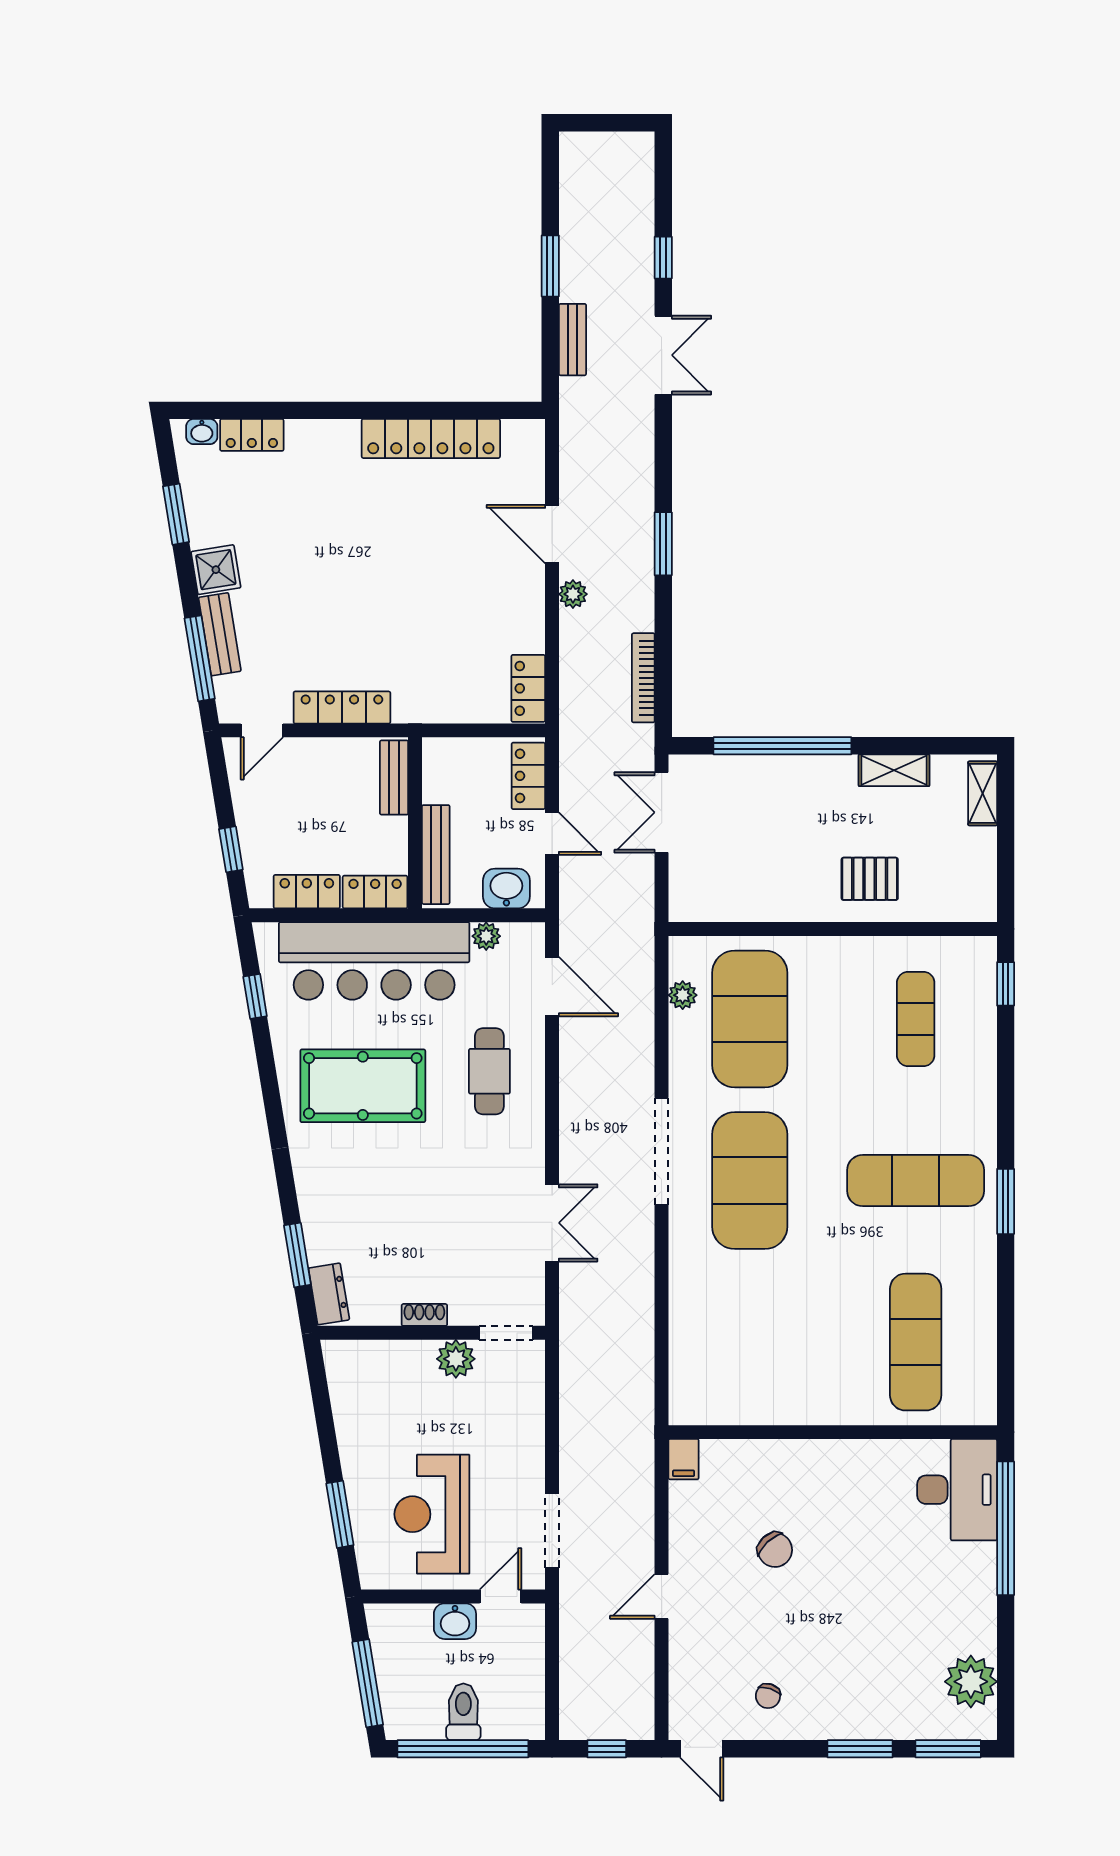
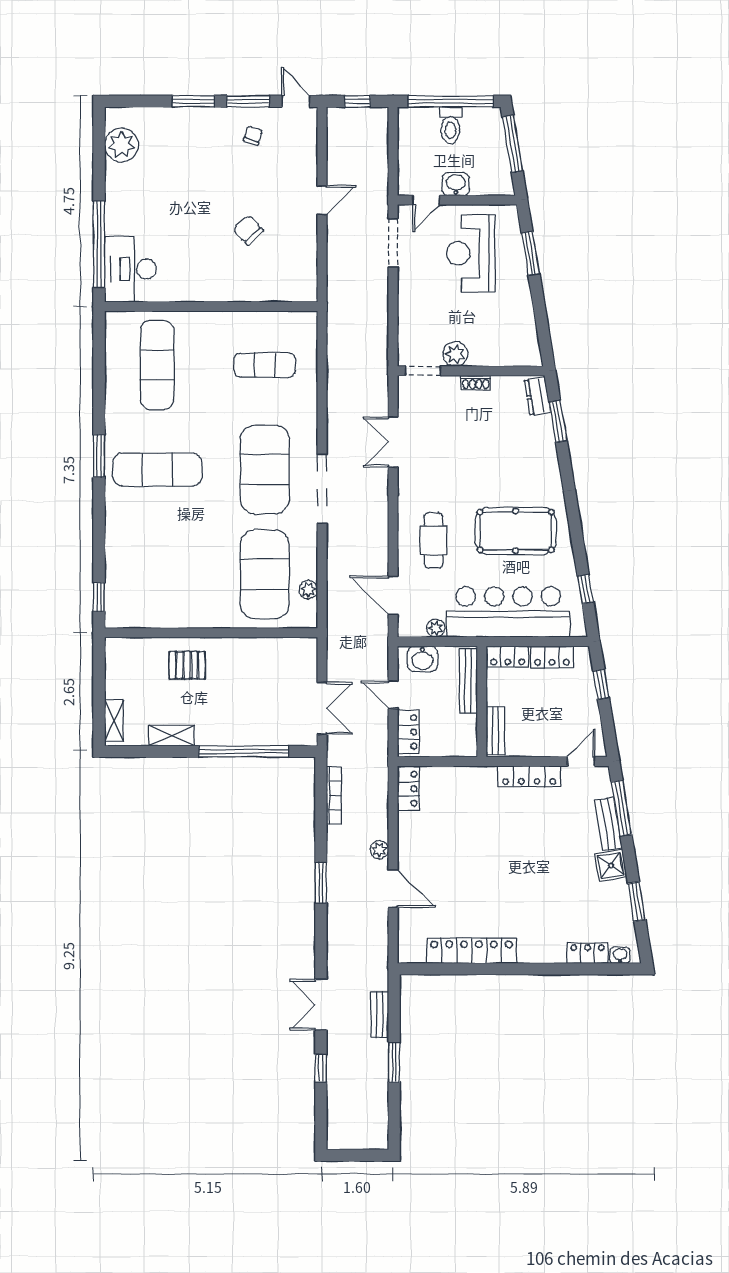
exercise mat: (916, 1019) -> (265, 365), moved, turned 90
filing cabinet: (684, 1459) -> (308, 289), removed
reception desk: (432, 1514) -> (471, 253), turned 180
window: (948, 1749) -> (248, 101), moved

